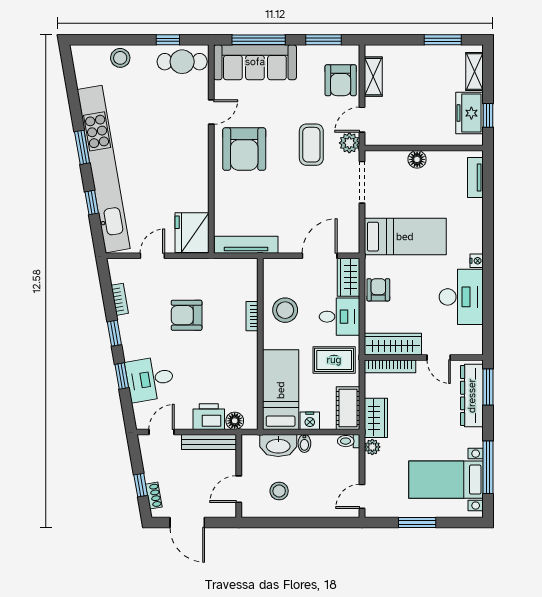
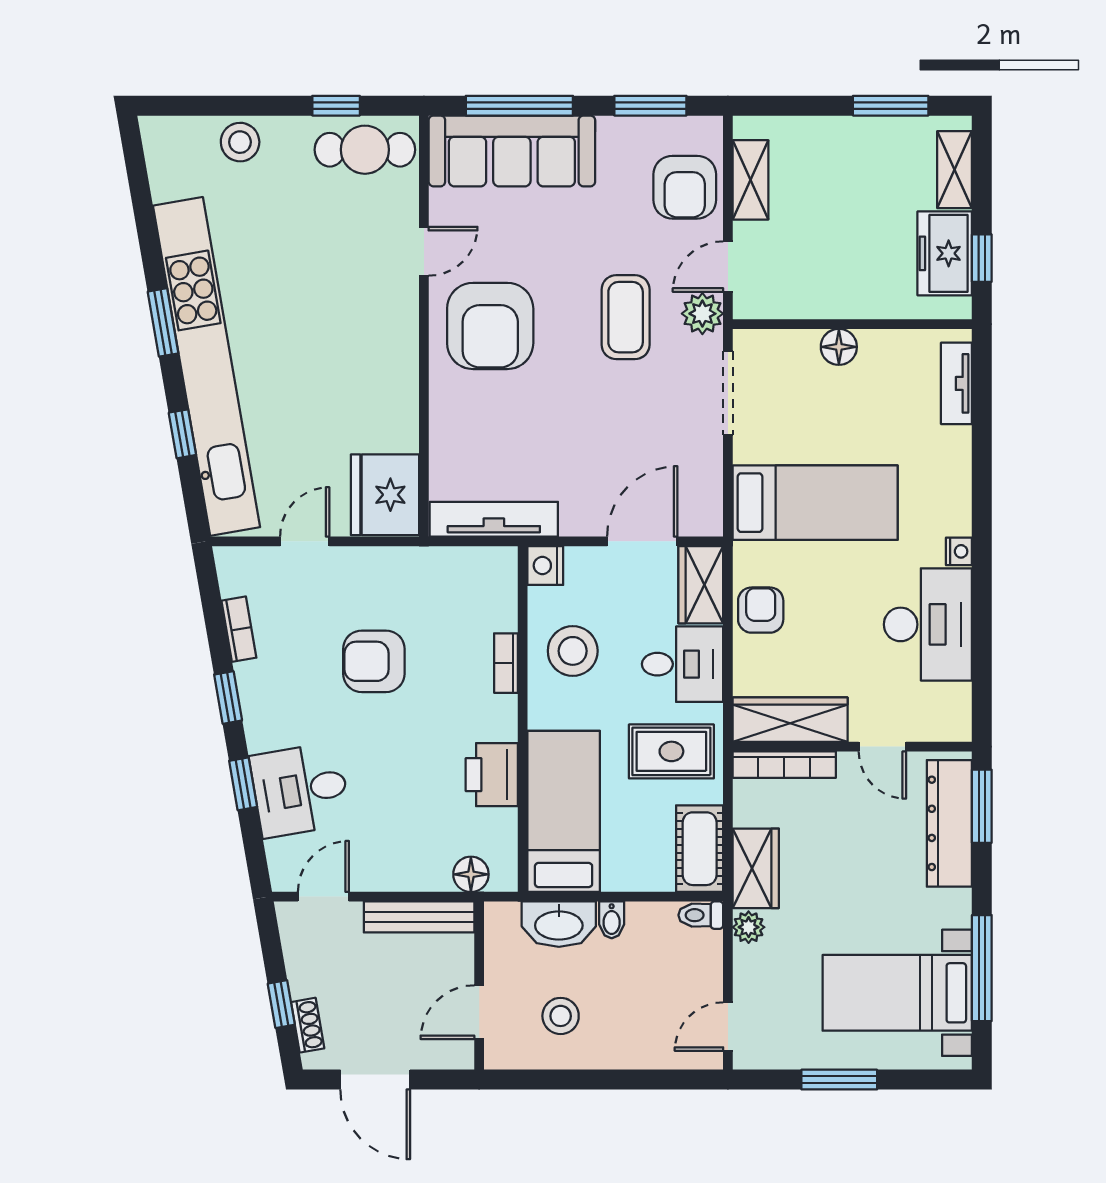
printer: (209, 417) -> (492, 775), moved, turned -90
nightstand: (310, 421) -> (545, 566), moved, turned 90

